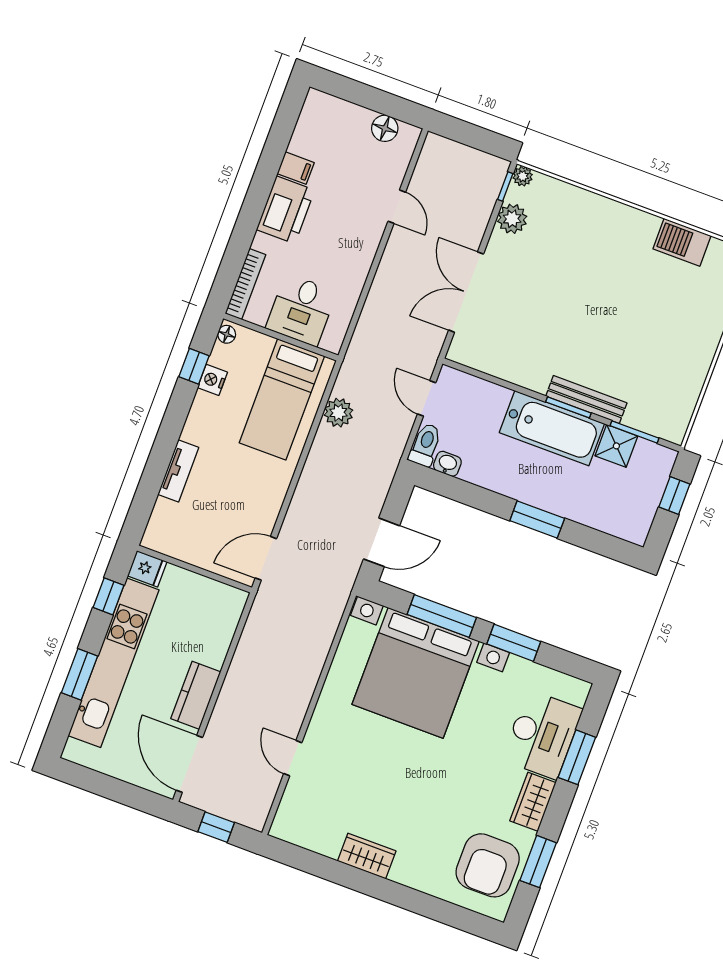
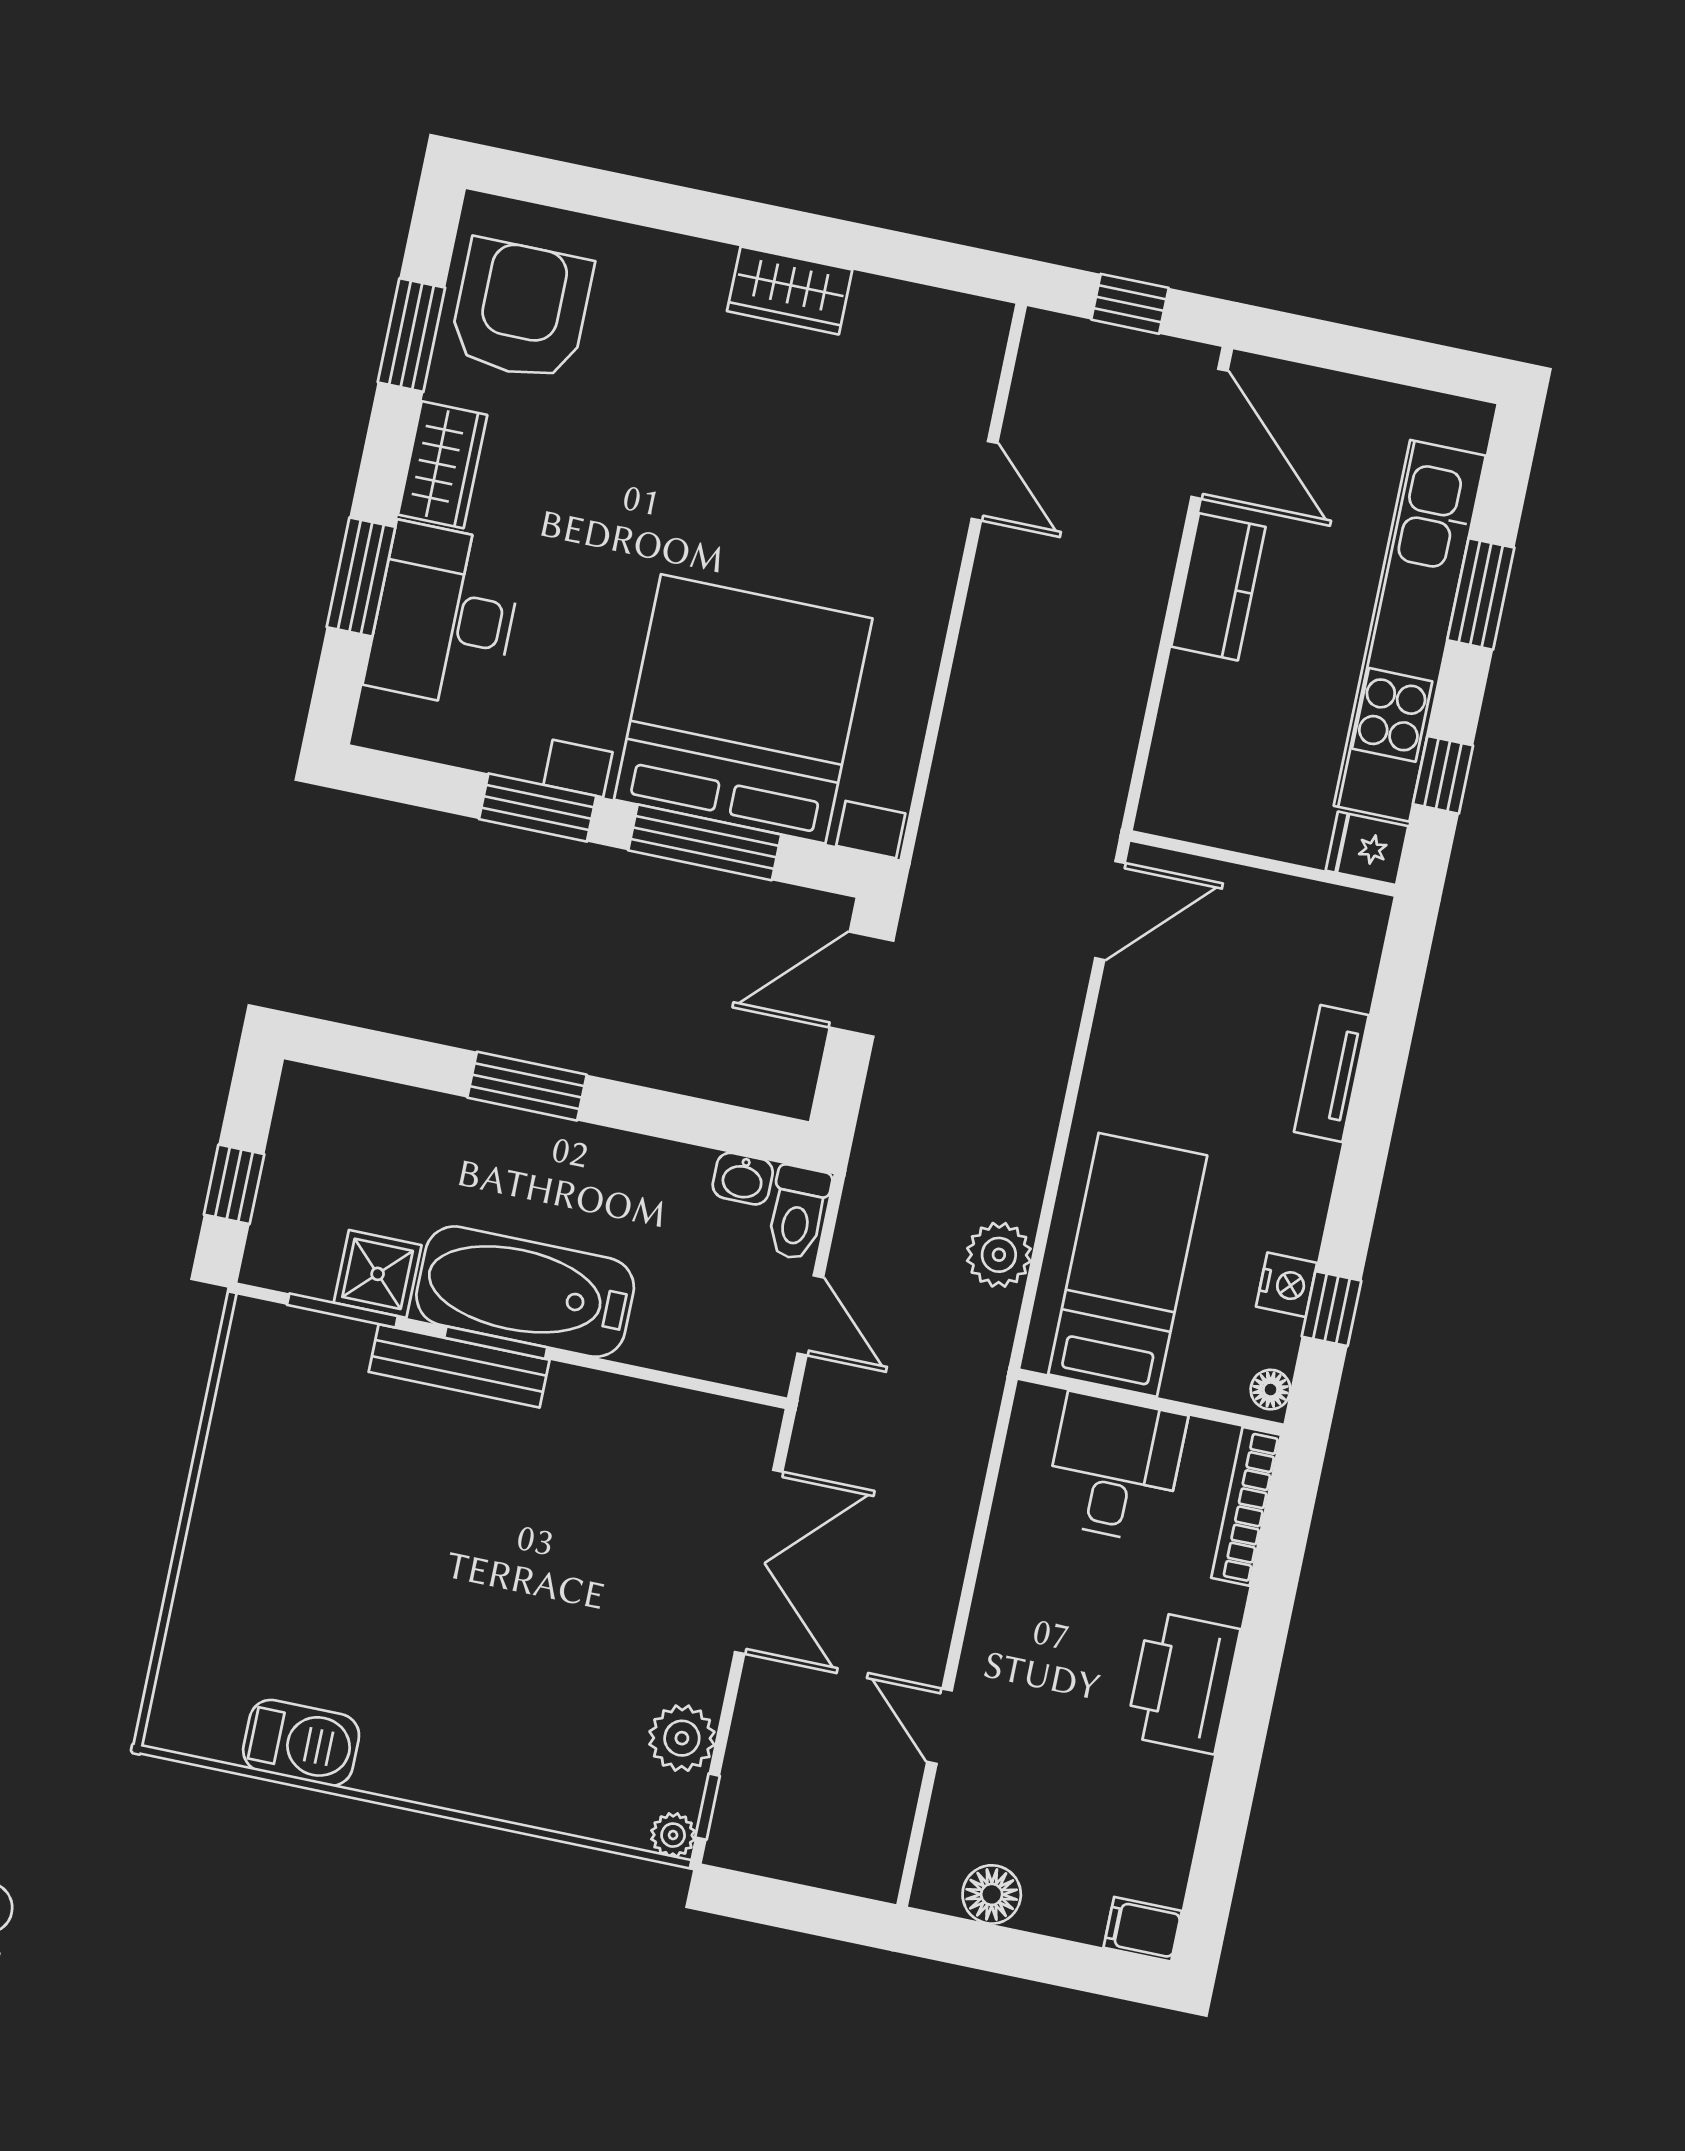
filing cabinet: (296, 168) -> (1143, 1929), moved

